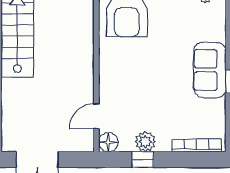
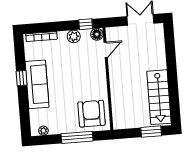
sofa: (210, 70) -> (37, 84), width x1.36
window: (143, 160) -> (86, 24), moved

